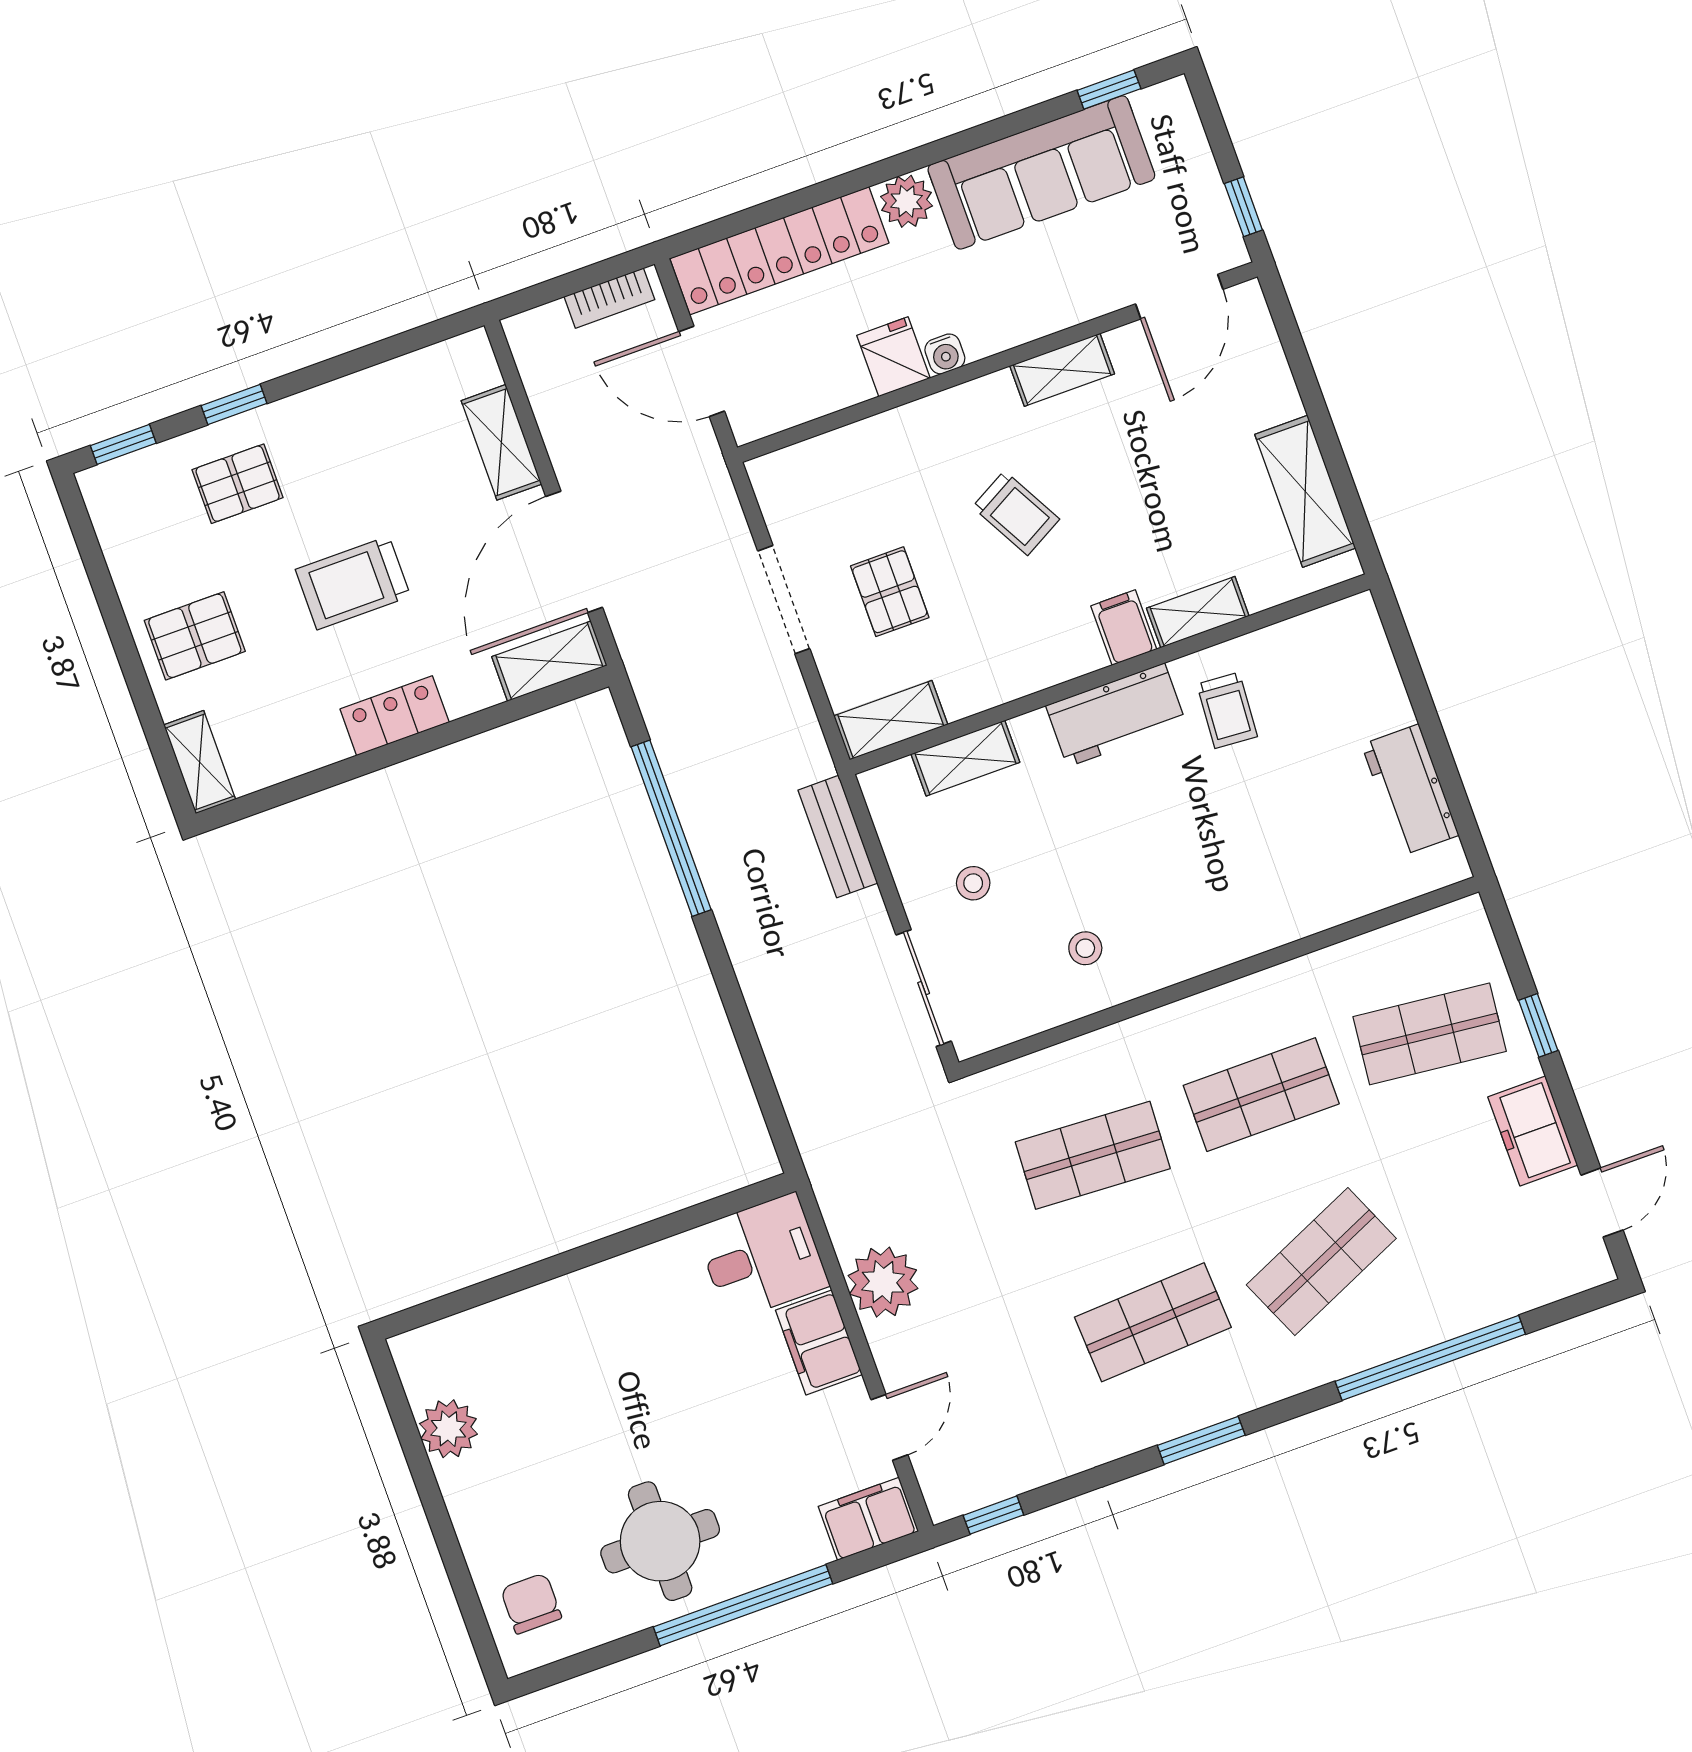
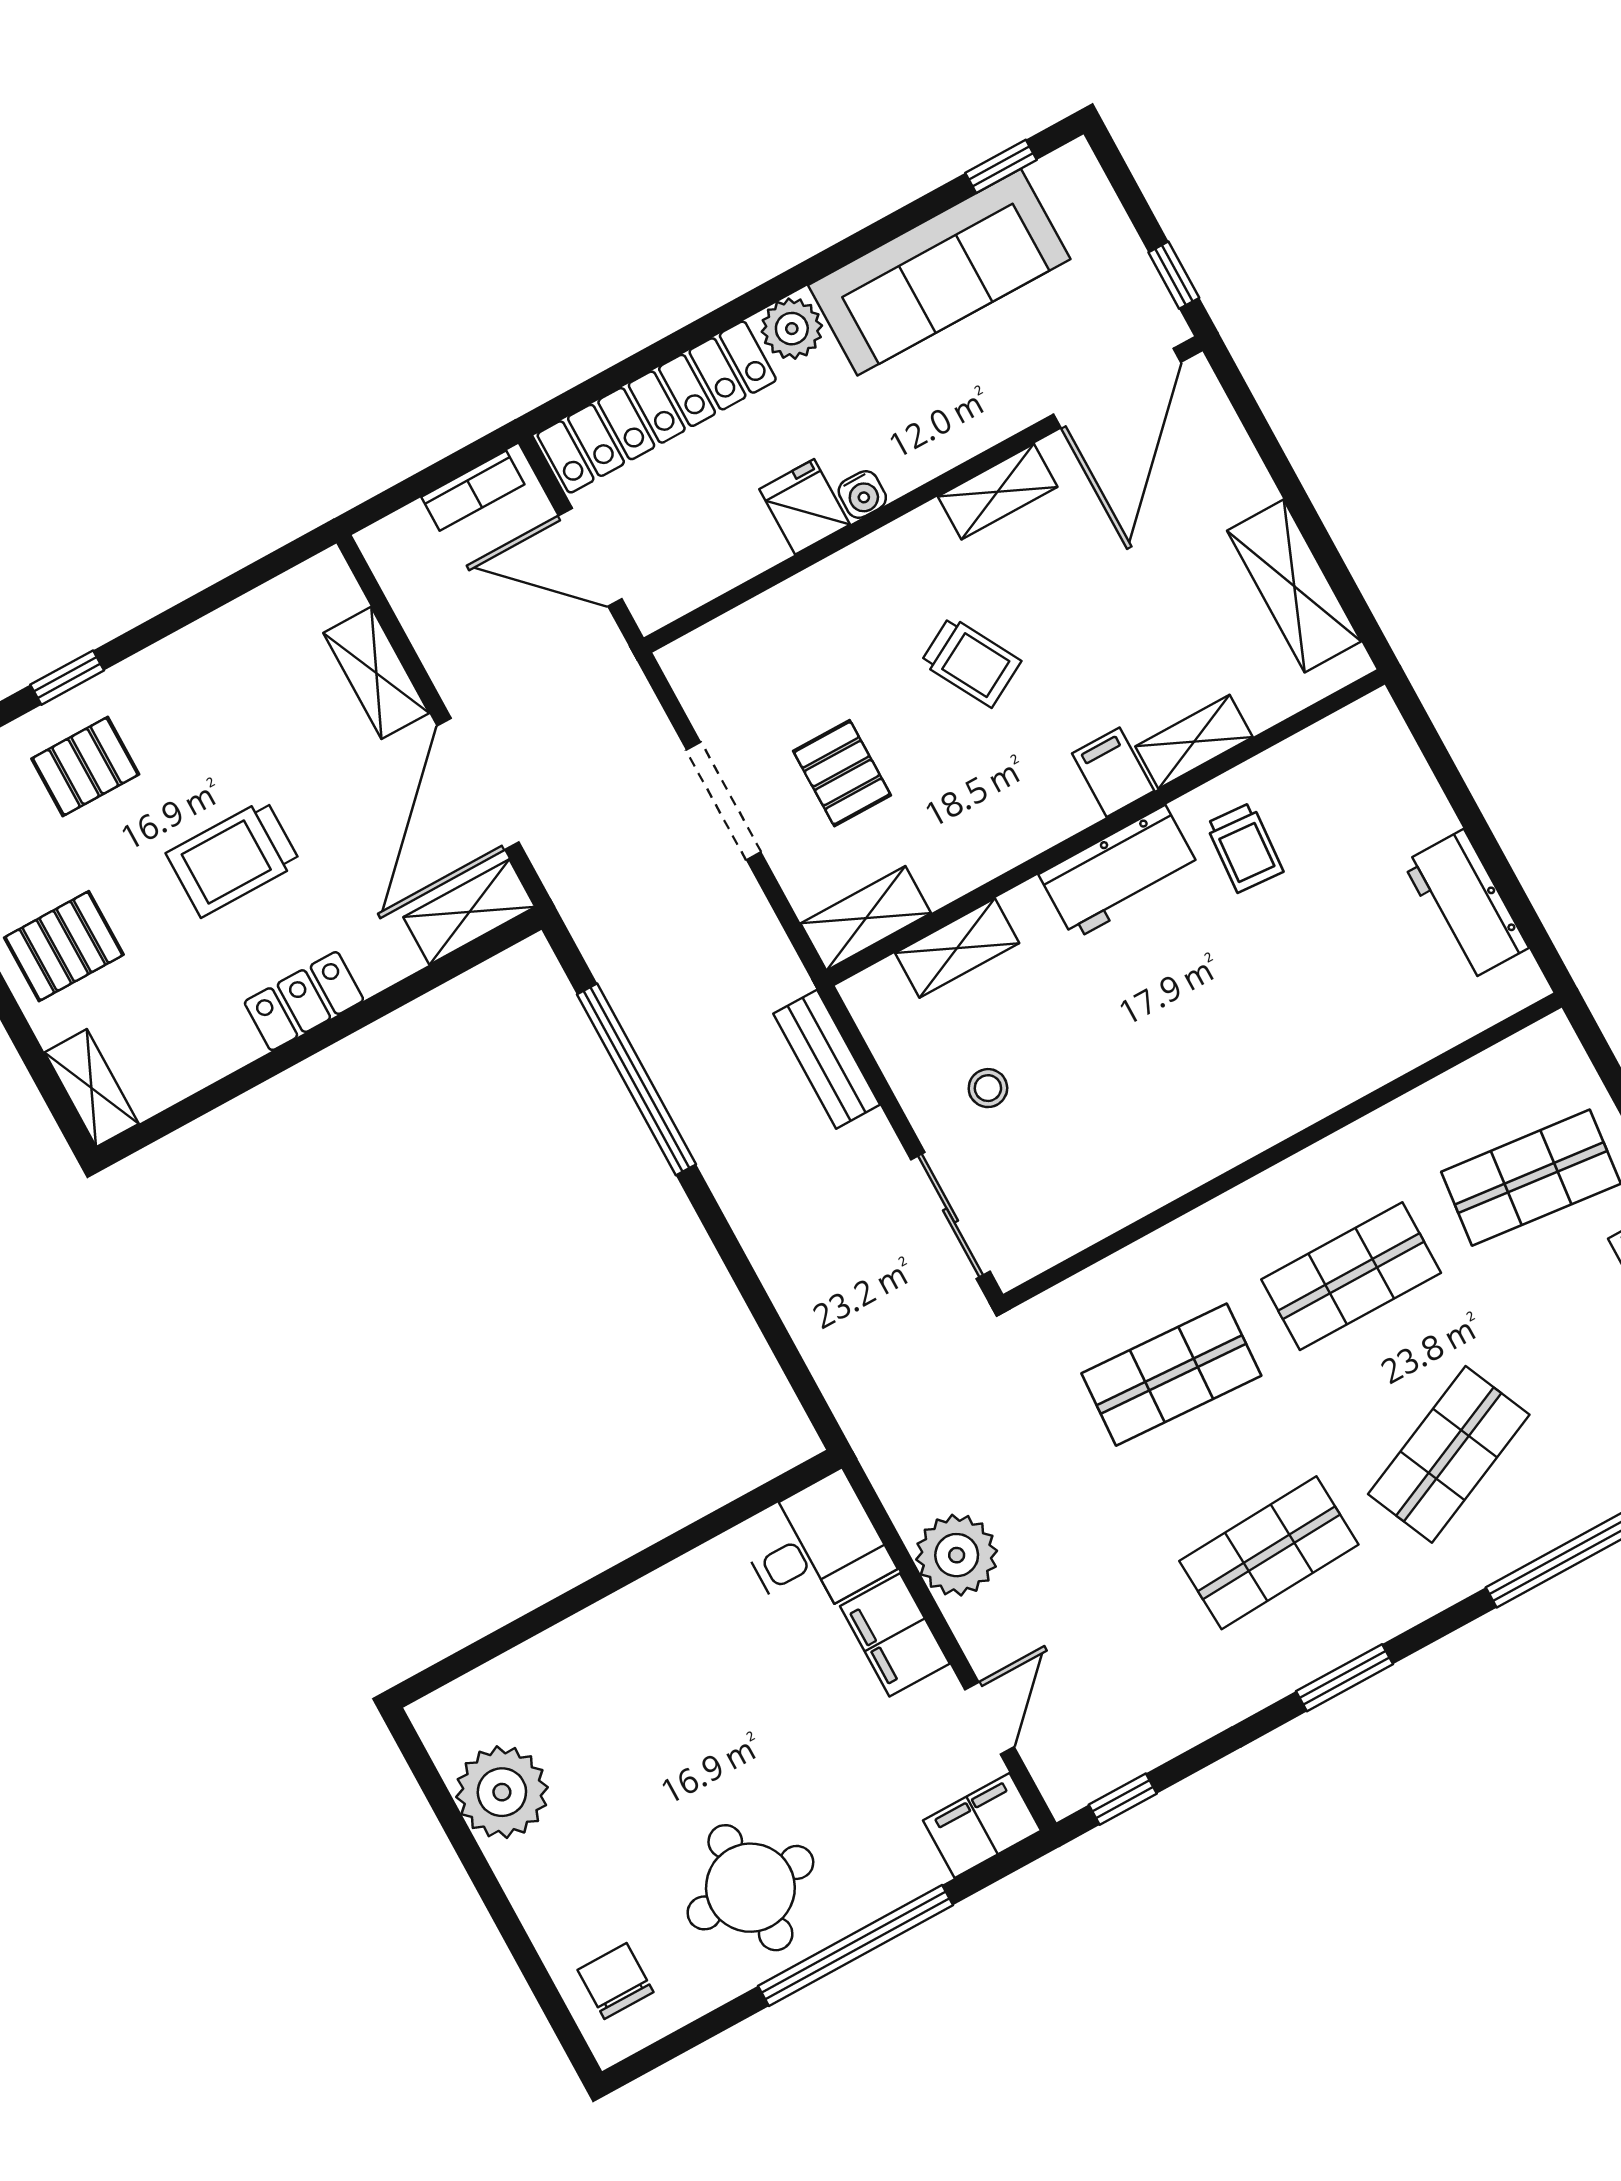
door: (1179, 297) -> (1117, 388), width x1.36
stool: (1085, 948) -> (1126, 1142), removed
plant: (448, 1429) -> (502, 1792), width x1.36, depth x1.36

